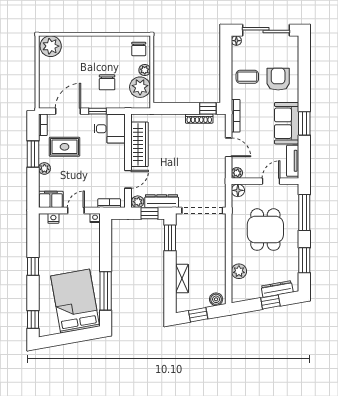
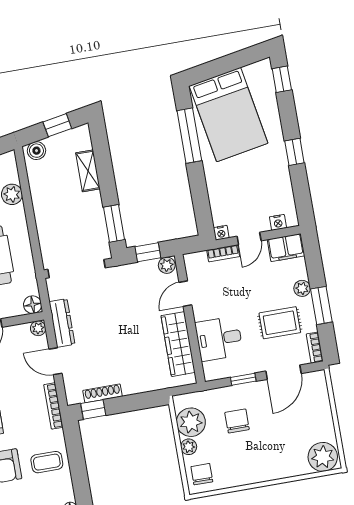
desk: (110, 129) -> (219, 339), moved
dresser: (162, 201) -> (62, 323), moved, turned -90
bookcase: (109, 203) -> (223, 253), moved

